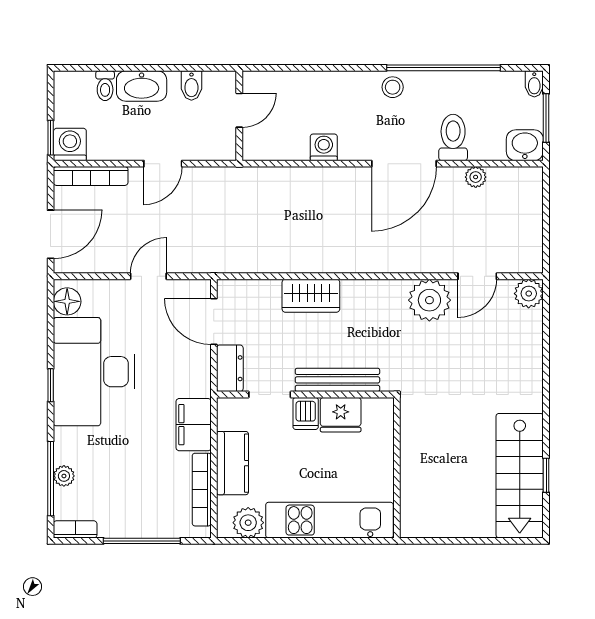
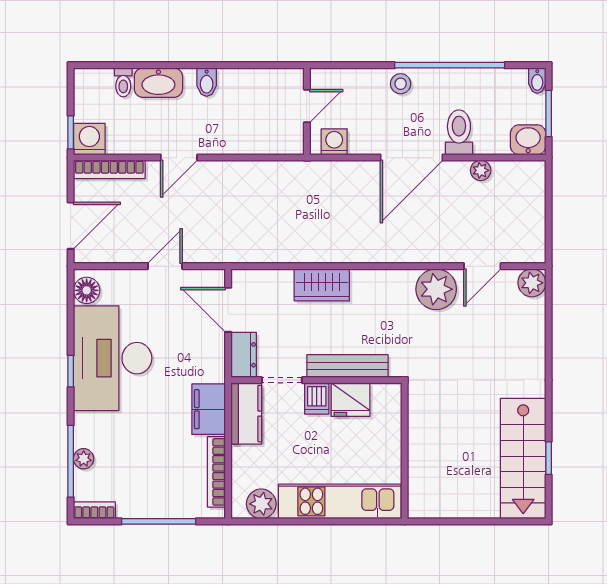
door: (239, 110) -> (307, 106), moved
wall: (239, 116) -> (307, 111), moved
kitchen counter: (233, 463) -> (246, 414), moved

